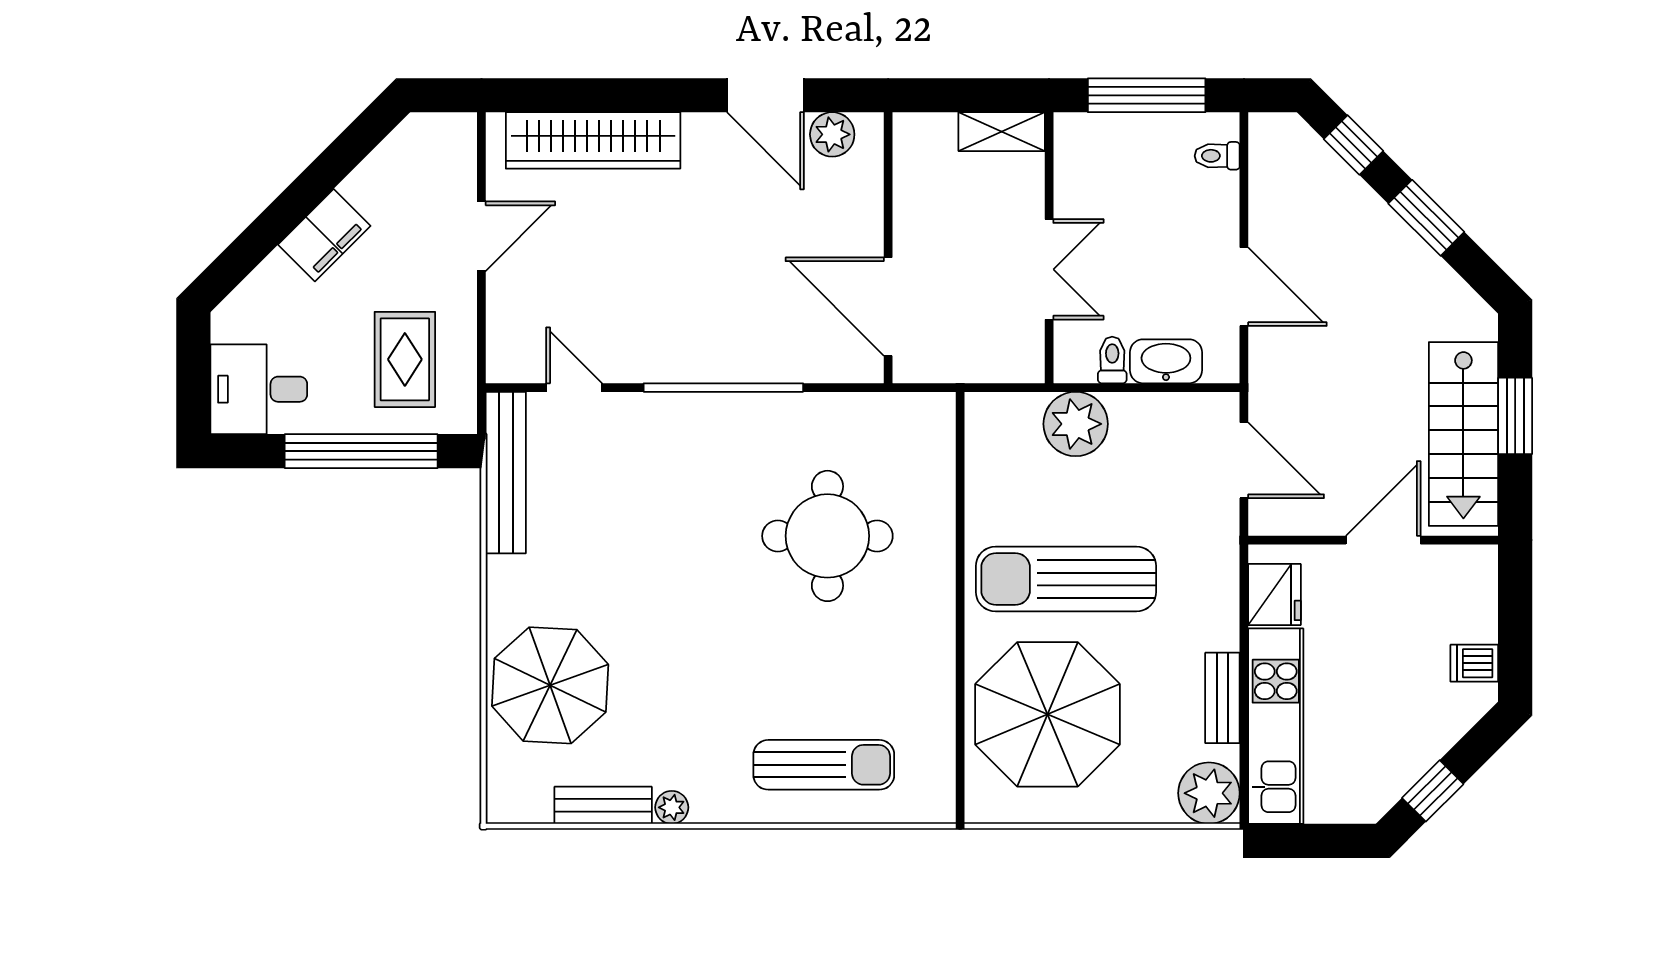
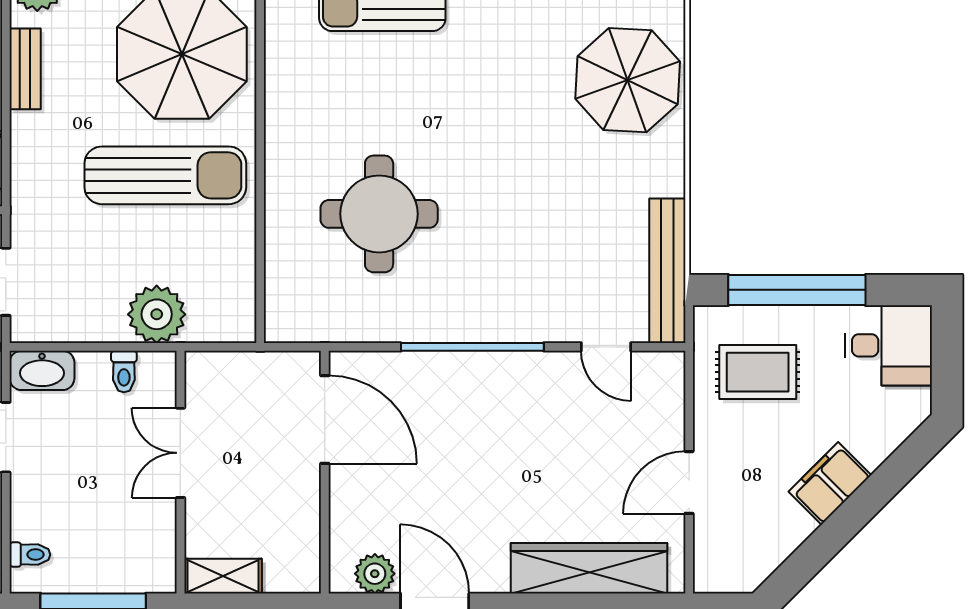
rug: (405, 359) -> (758, 372), turned 90
washbasin: (1166, 361) -> (42, 370), moved

